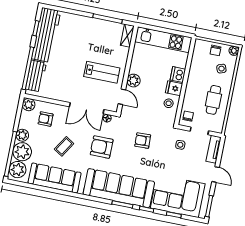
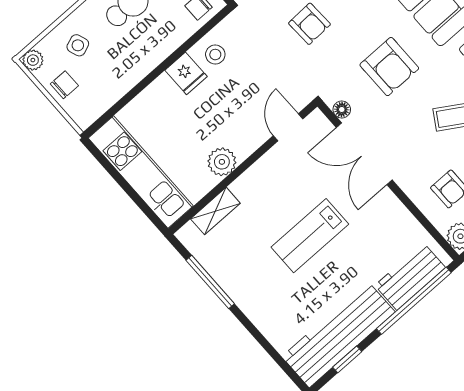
shelving: (127, 36) -> (215, 211), moved
lab bench: (102, 72) -> (310, 236), moved, turned -90
dishwasher: (178, 75) -> (161, 92), removed
plant: (134, 81) -> (222, 162), moved
double door: (87, 108) -> (364, 154), swing flipped

